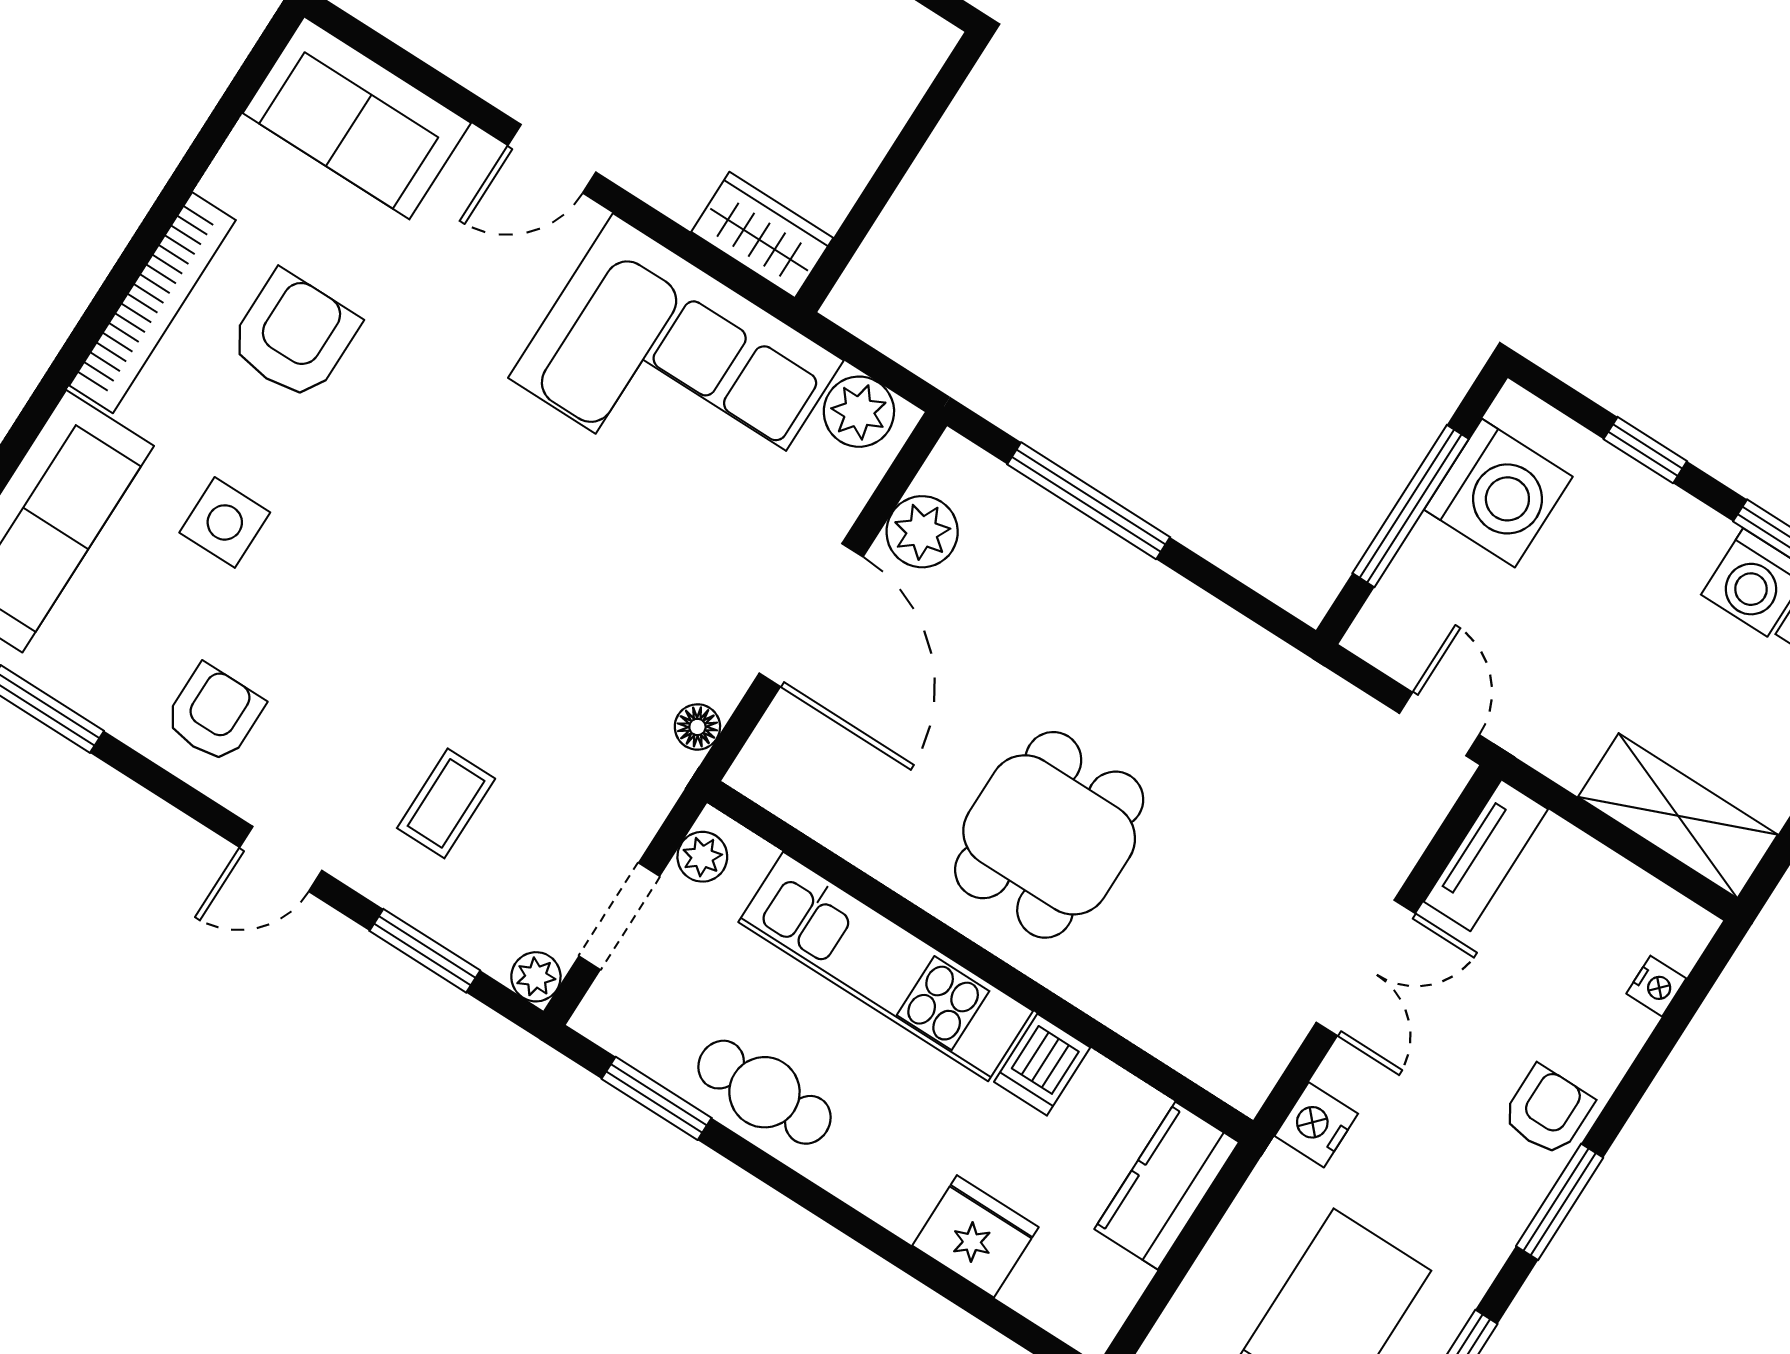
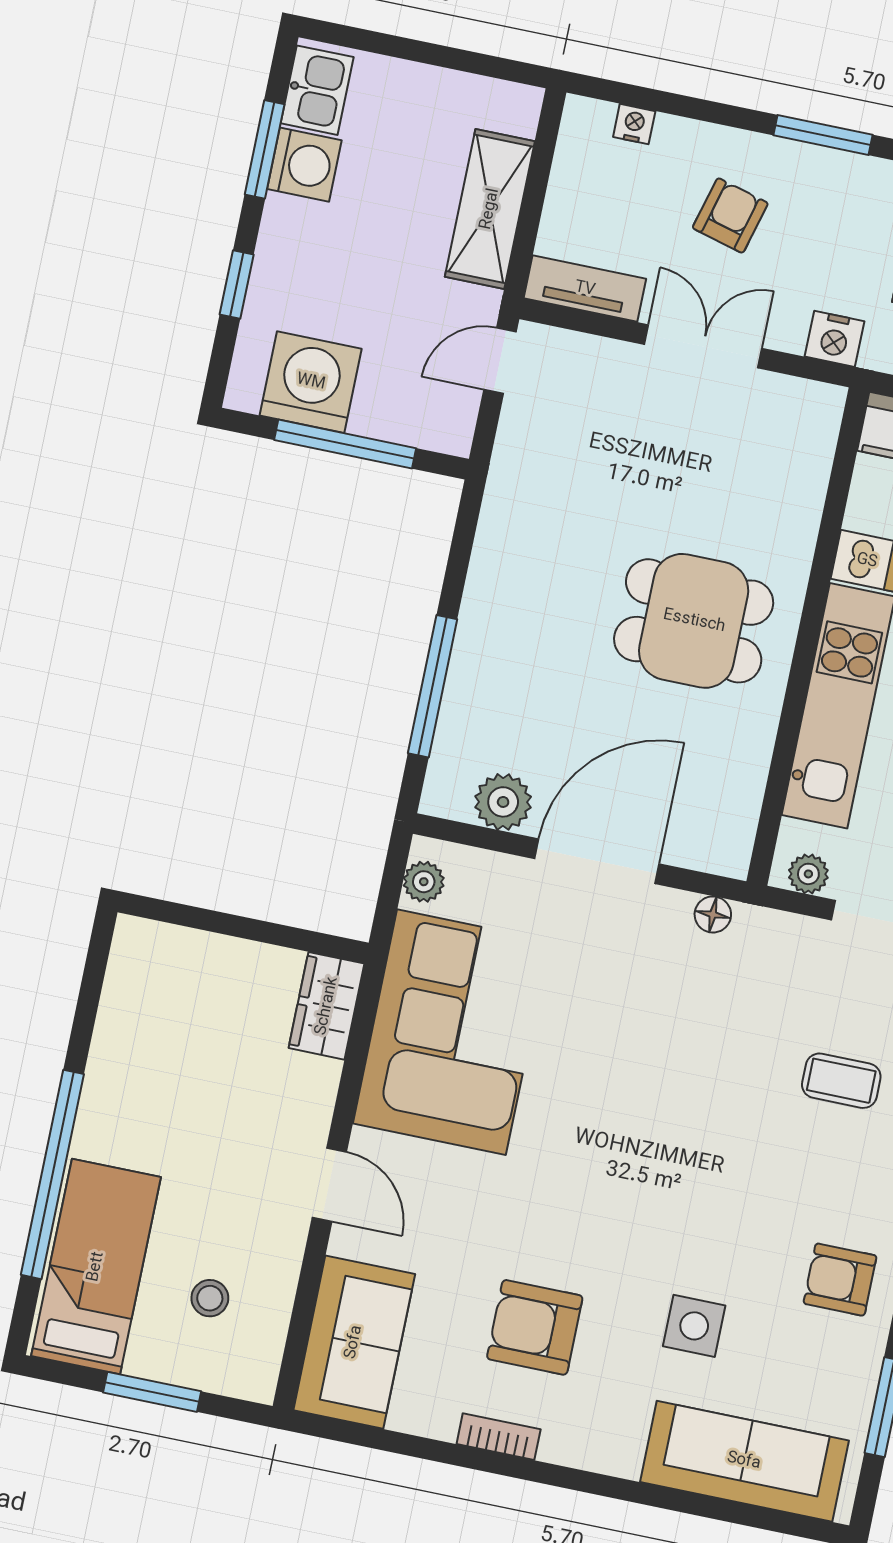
bookcase: (152, 303) -> (499, 1437), width x0.43, depth x0.76
plant: (859, 412) -> (424, 882), width x0.73, depth x0.73
shelving: (1678, 816) -> (490, 209), moved
armchair: (1548, 1111) -> (730, 216), moved, turned 105

